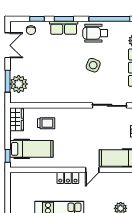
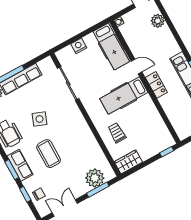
coffee table: (60, 57) -> (49, 154), added
hospital bed: (31, 149) -> (124, 95), moved, turned -90

